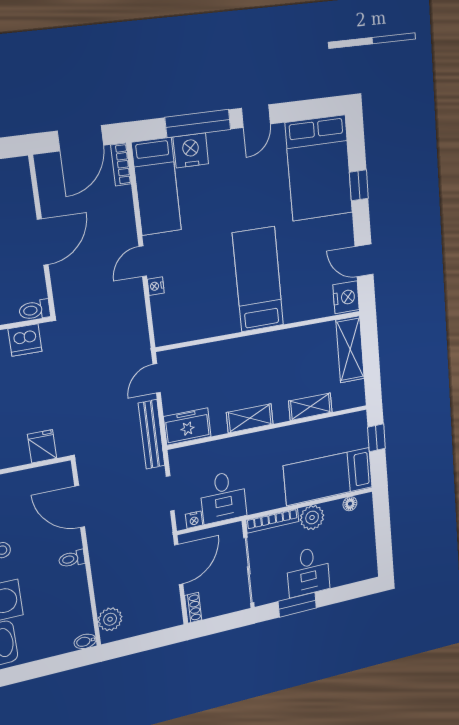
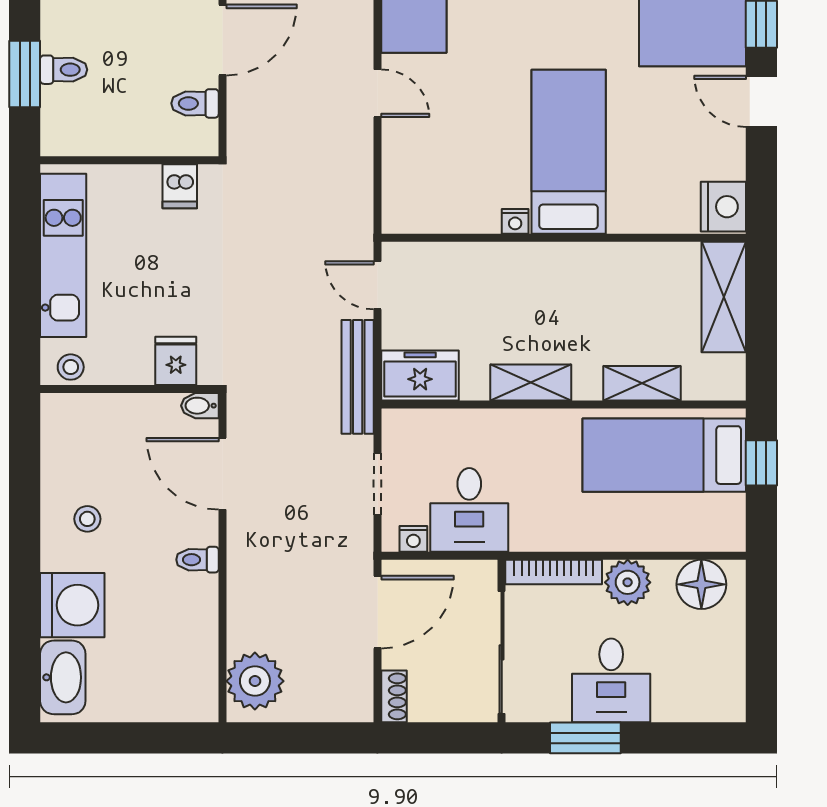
door: (364, 260) -> (761, 101), moved
door: (143, 261) -> (377, 93), swing flipped
nightstand: (156, 286) -> (515, 221), moved, turned -90
toilet: (35, 310) -> (195, 103), moved
dishwasher: (25, 340) -> (180, 186), width x0.73
door: (157, 378) -> (377, 285), hinge flipped
bed: (328, 476) -> (664, 455), moved
floor lamp: (350, 504) -> (701, 584), width x1.89, depth x1.89
plant: (110, 619) -> (255, 681), width x1.36, depth x1.36
bidet: (85, 641) -> (200, 406), moved

